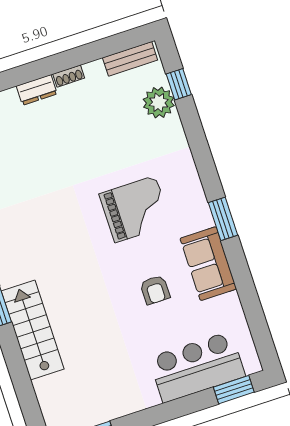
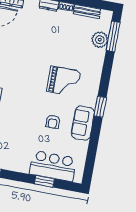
bench: (130, 59) -> (87, 12), moved
window: (179, 84) -> (113, 36), width x2.17
window: (234, 390) -> (44, 181), moved

